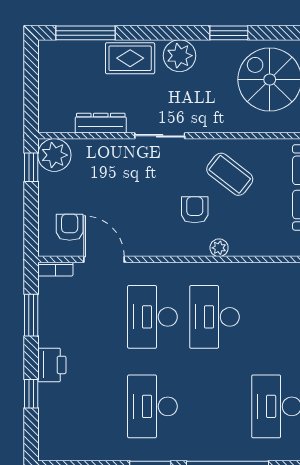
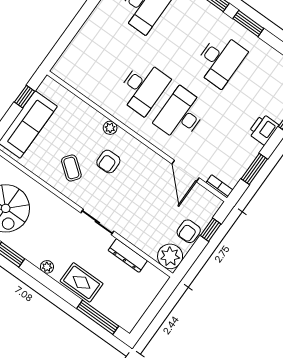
plant: (180, 56) -> (47, 267), width x0.53, depth x0.53
window: (31, 167) -> (211, 230), moved
coffee table: (230, 174) -> (71, 168), width x0.73, depth x0.77
armchair: (70, 227) -> (189, 231), moved
desk: (152, 317) -> (181, 115), turned 180

